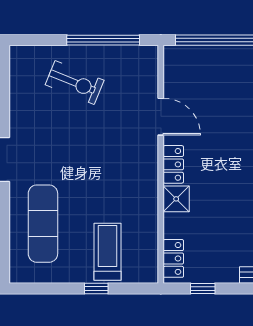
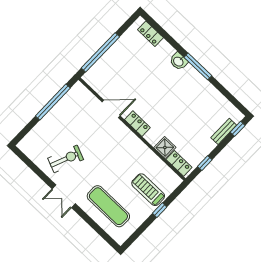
exercise bike: (75, 83) -> (66, 159), moved
shower: (176, 199) -> (165, 147), moved

